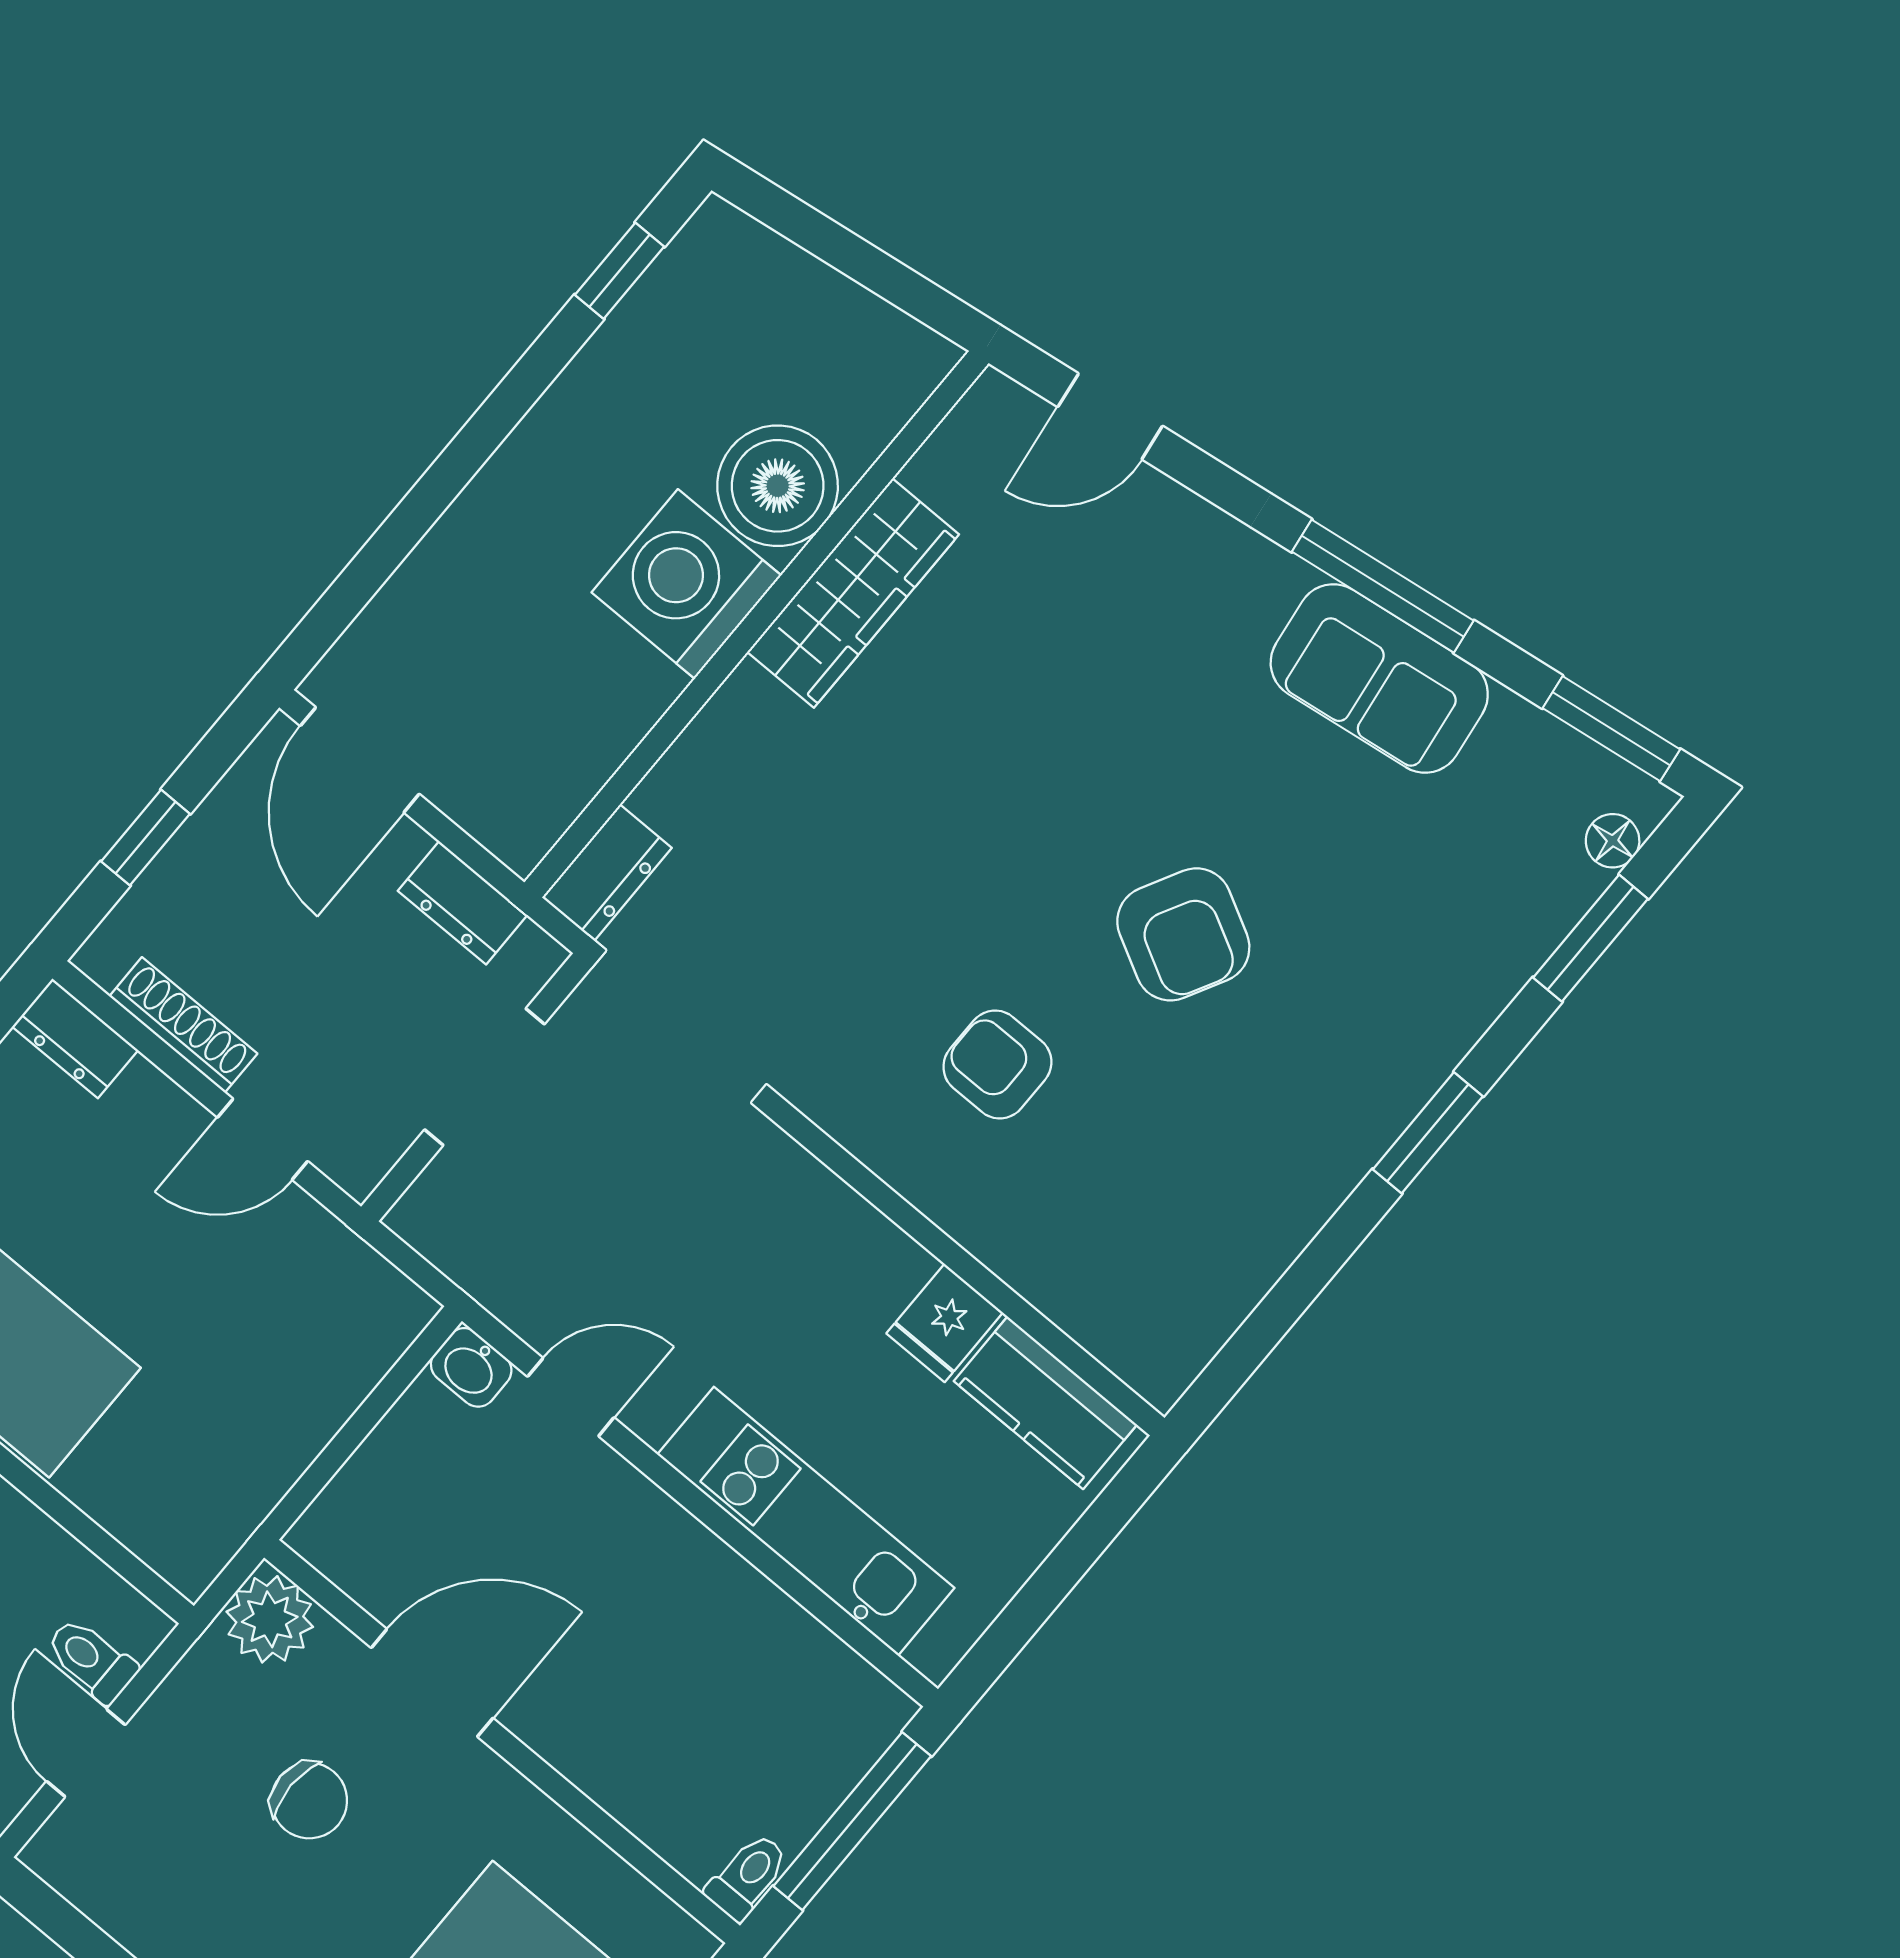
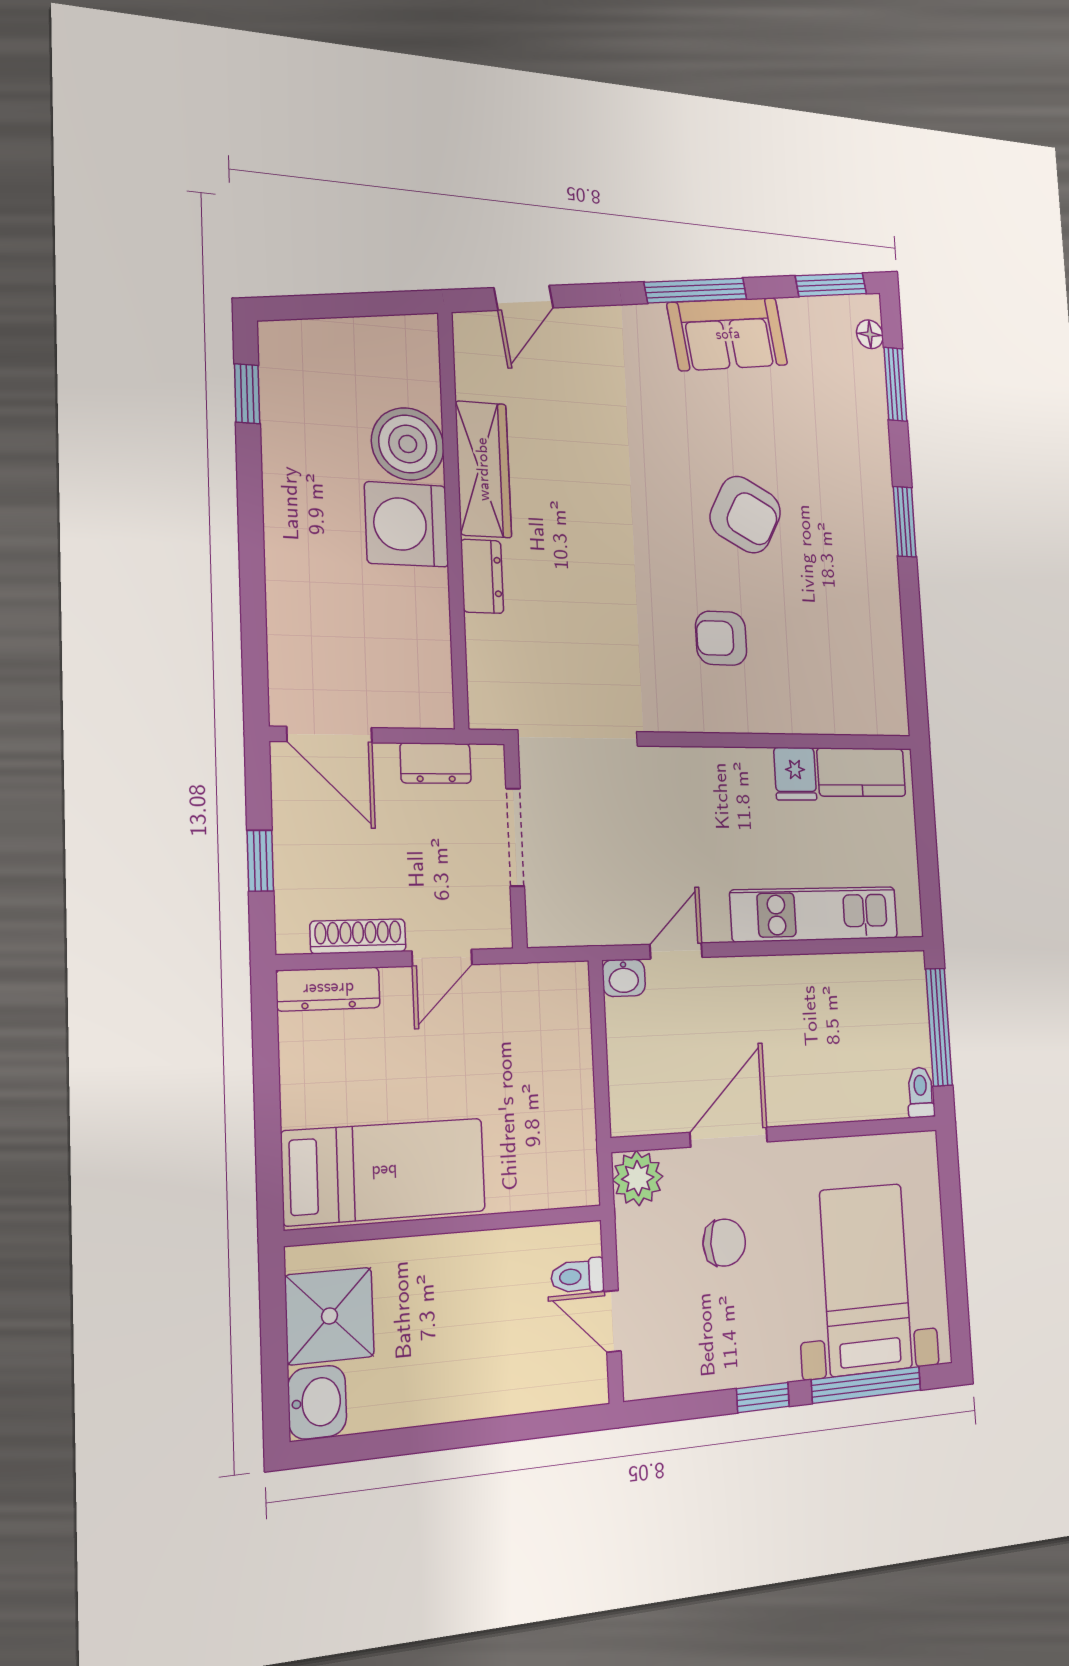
dresser: (607, 873) -> (482, 576), moved
dresser: (75, 1038) -> (328, 989), width x1.44

